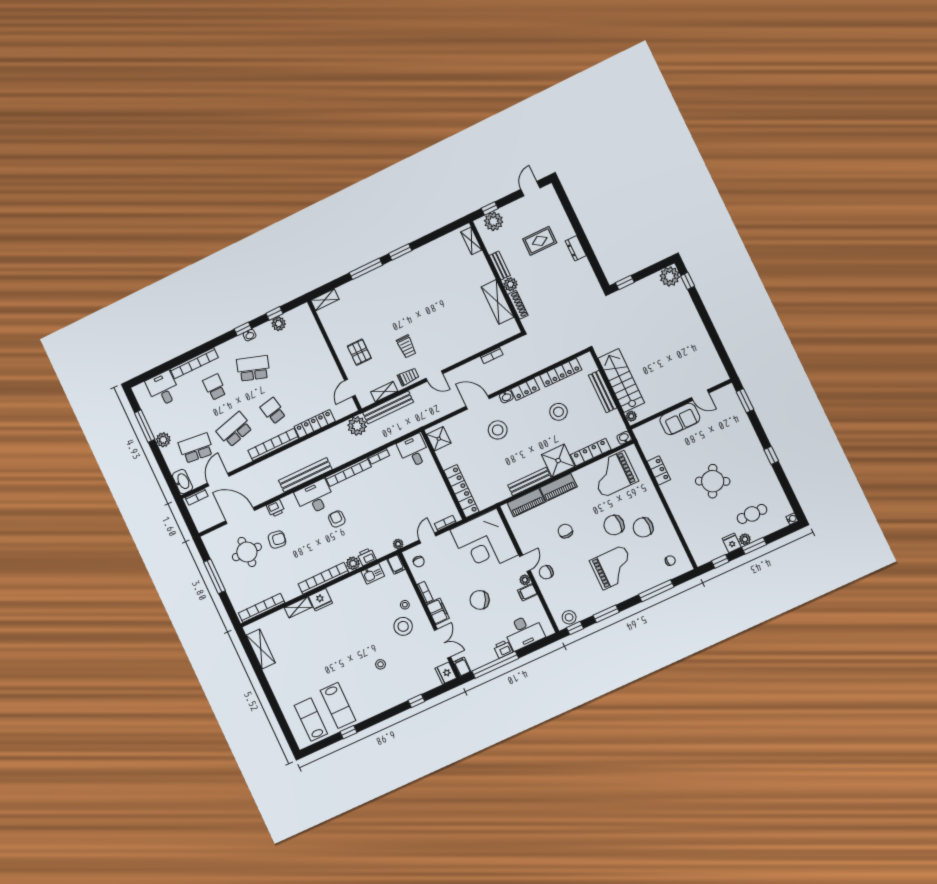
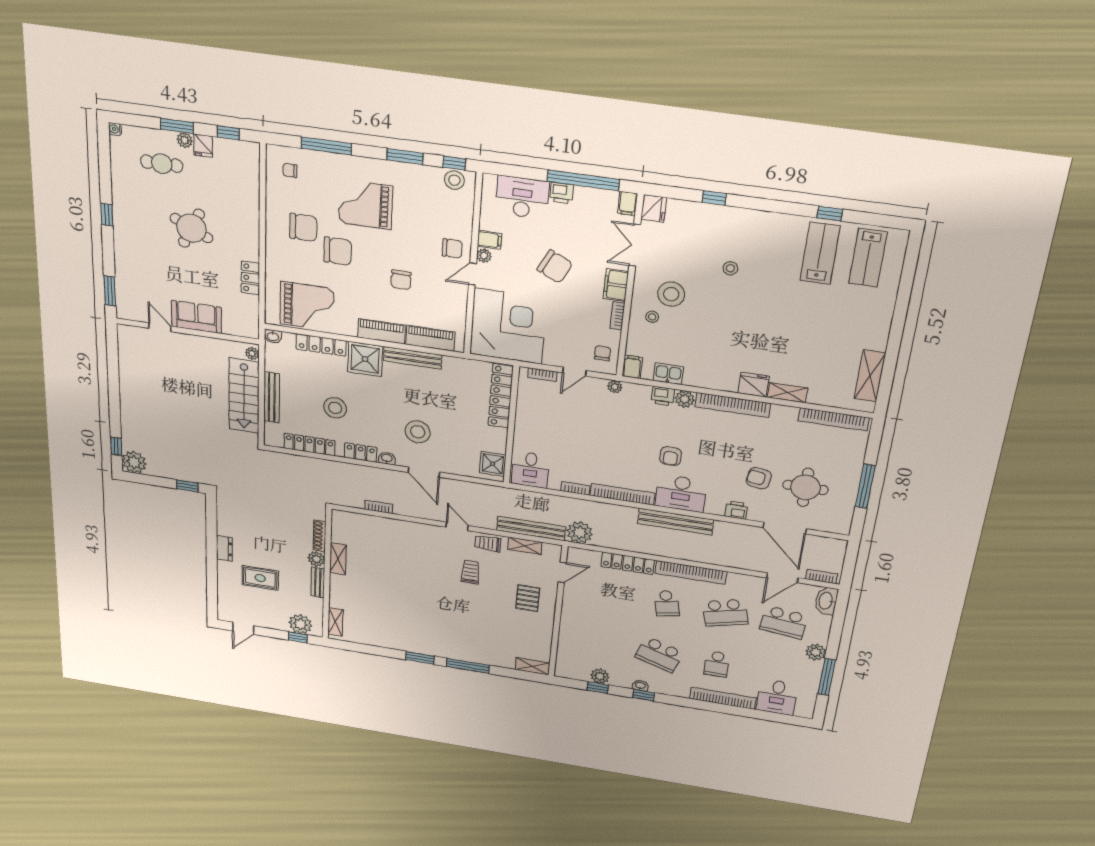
shelving: (498, 302) -> (338, 559), width x0.67, depth x0.75

